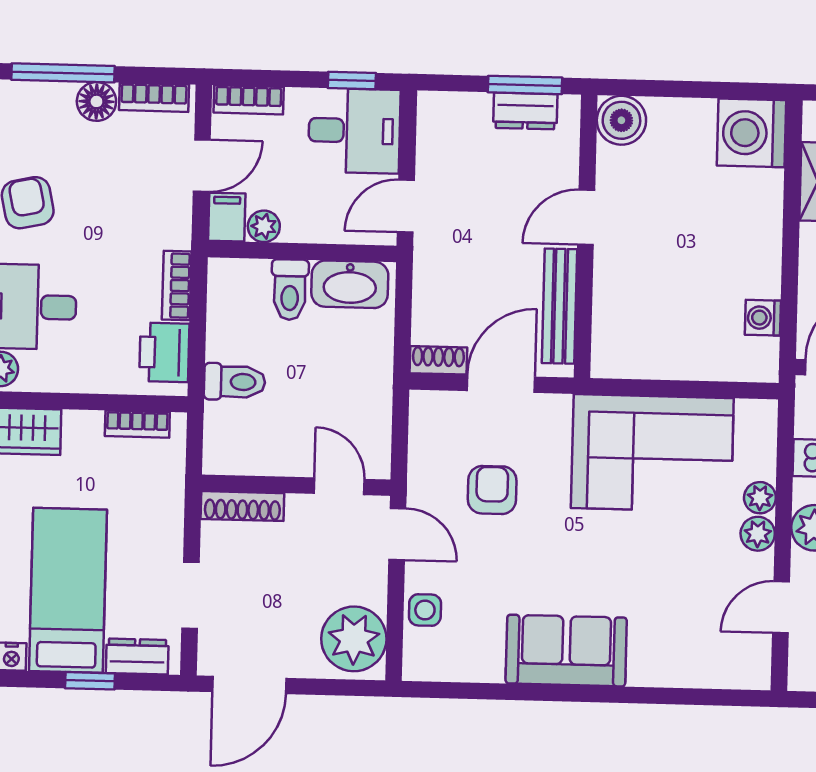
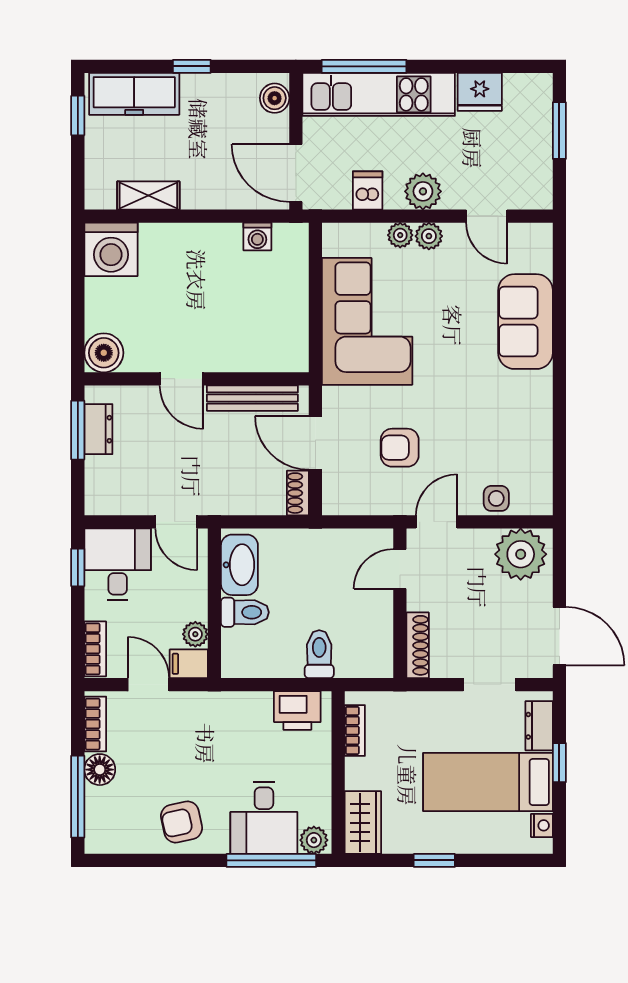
bookcase: (177, 285) -> (244, 702), removed
sofa: (566, 651) -> (525, 322), moved

